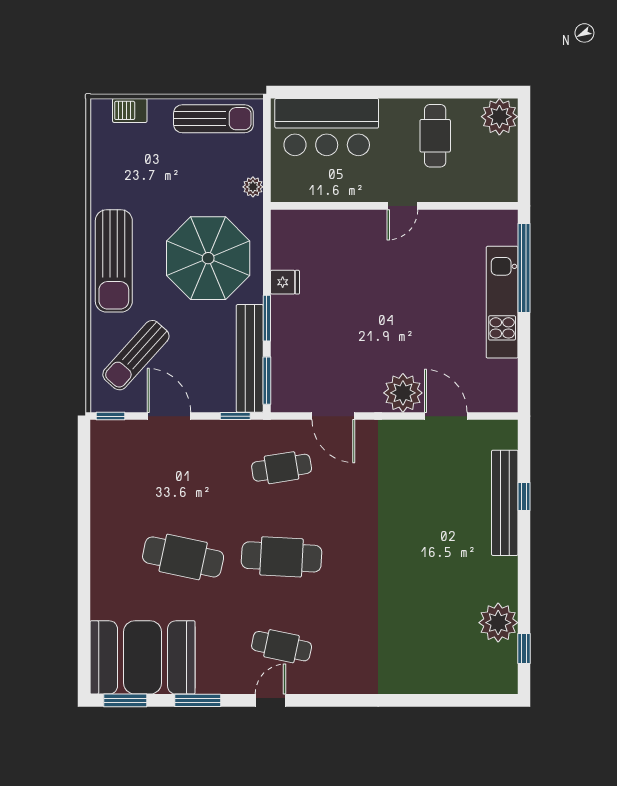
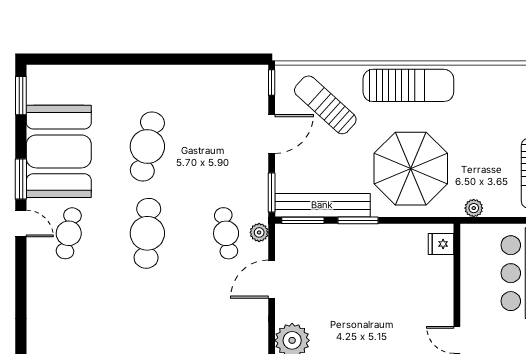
sun lounger: (114, 261) -> (408, 85), turned 180
fridge: (285, 282) -> (441, 244), moved, turned 90
window: (235, 416) -> (272, 192), width x1.50
plant: (281, 430) -> (259, 232), added
booth: (143, 657) -> (59, 151), moved
window: (198, 700) -> (21, 179), moved

